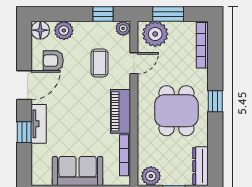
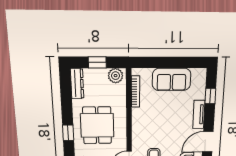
piano: (120, 111) -> (139, 124), removed
window: (24, 132) -> (210, 96), moved

